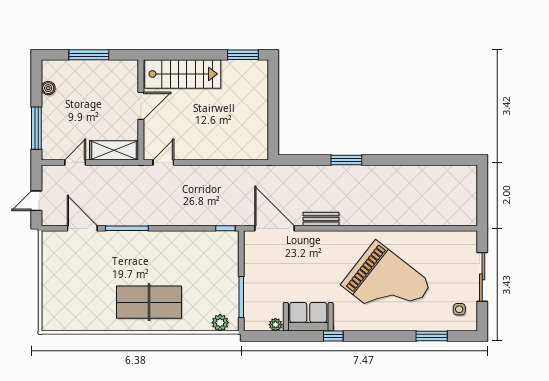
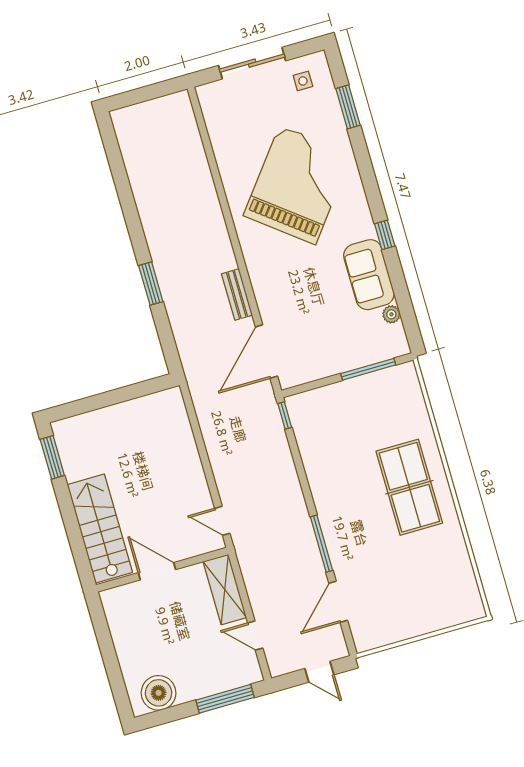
window: (89, 55) -> (110, 658), removed
boiler: (48, 88) -> (159, 693), width x1.86, depth x1.86
plant: (220, 323) -> (410, 387), removed

